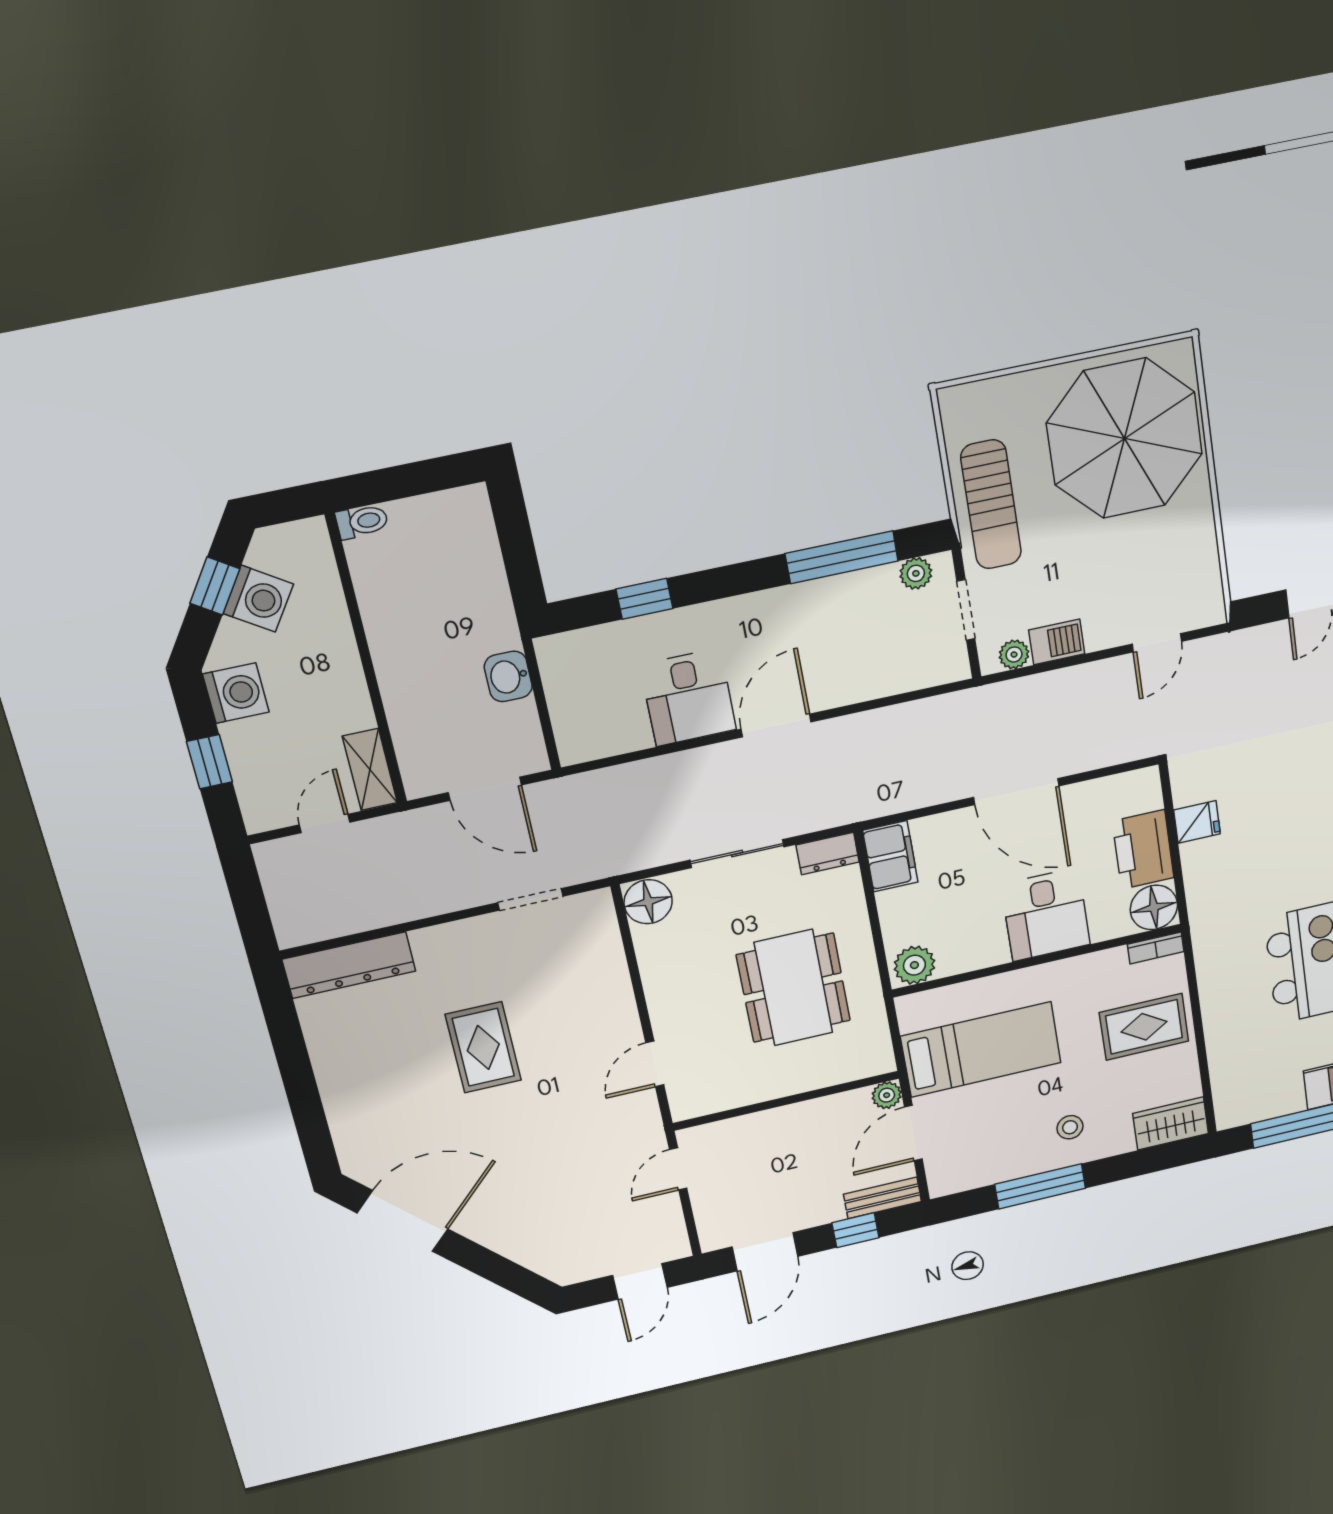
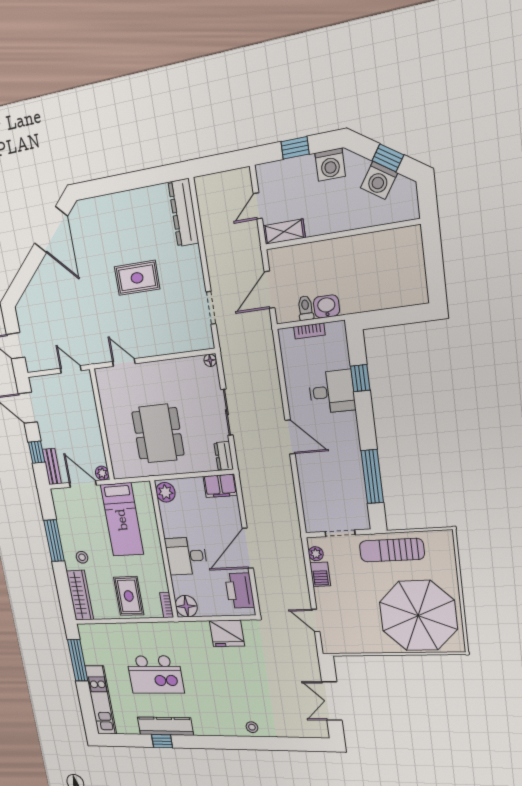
toilet: (362, 522) -> (306, 308), moved, turned 180
plant: (916, 573) -> (361, 511), removed
desk: (688, 697) -> (332, 392), moved, turned 180
bookcase: (559, 705) -> (309, 331), added
fridge: (1197, 822) -> (227, 633), width x1.88, depth x1.34
door: (325, 823) -> (258, 206), swing flipped
printer: (1143, 849) -> (240, 591), moved, turned -90
floor lamp: (648, 902) -> (210, 360), width x0.53, depth x0.53
dining table: (793, 988) -> (158, 433), turned 90
wardrobe: (1171, 1123) -> (80, 595), width x1.50

